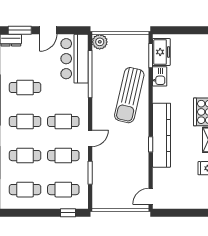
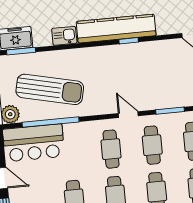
kitchen sink: (160, 76) -> (64, 36), moved
sun lounger: (129, 95) -> (50, 89), moved

